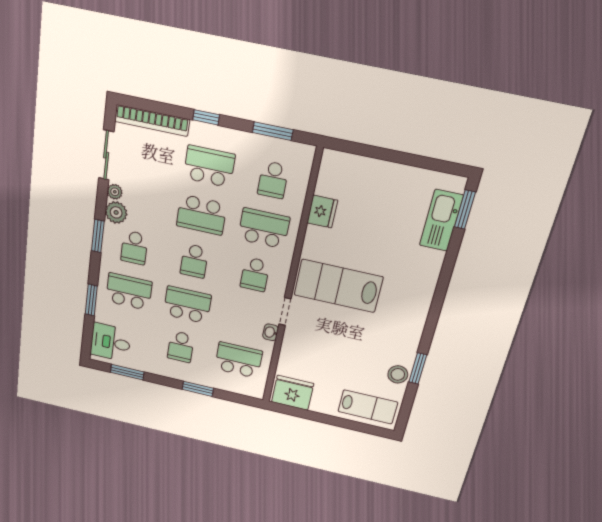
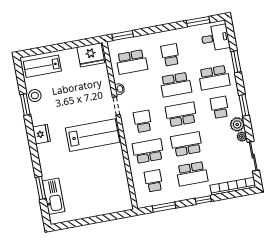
window: (465, 210) -> (41, 188), moved
fridge: (322, 212) -> (41, 134), moved, turned 180
school desk: (264, 228) -> (148, 151), turned 180
school desk: (194, 261) -> (181, 114), width x1.85
window: (198, 389) -> (123, 35), moved

